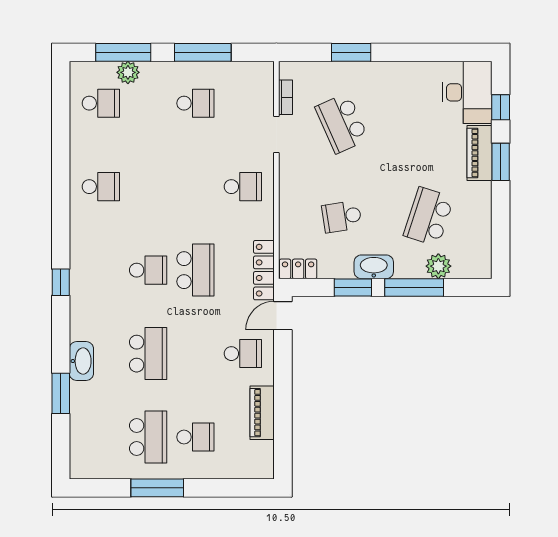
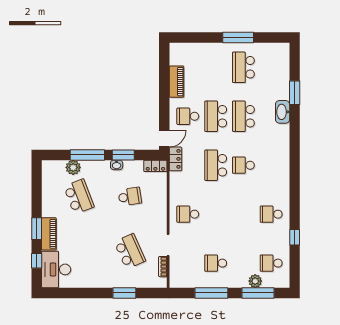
school desk: (429, 217) -> (79, 197), turned -39
washbasin: (374, 267) -> (117, 165), width x0.52, depth x0.69
locker: (264, 270) -> (175, 159), width x0.66
window: (61, 282) -> (295, 237), moved
school desk: (195, 437) -> (216, 116), moved, width x1.85

